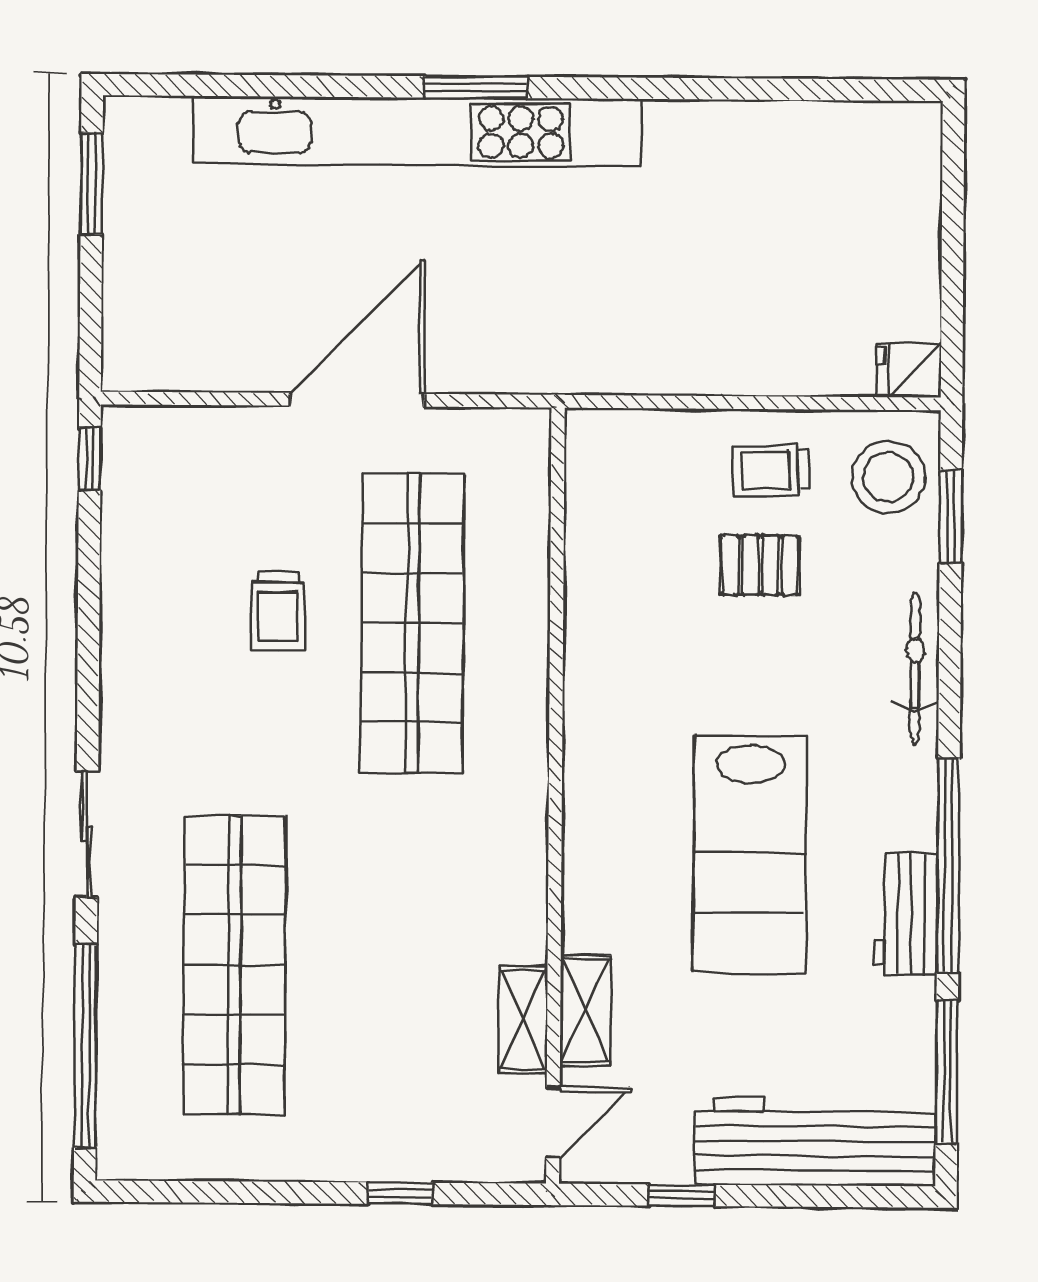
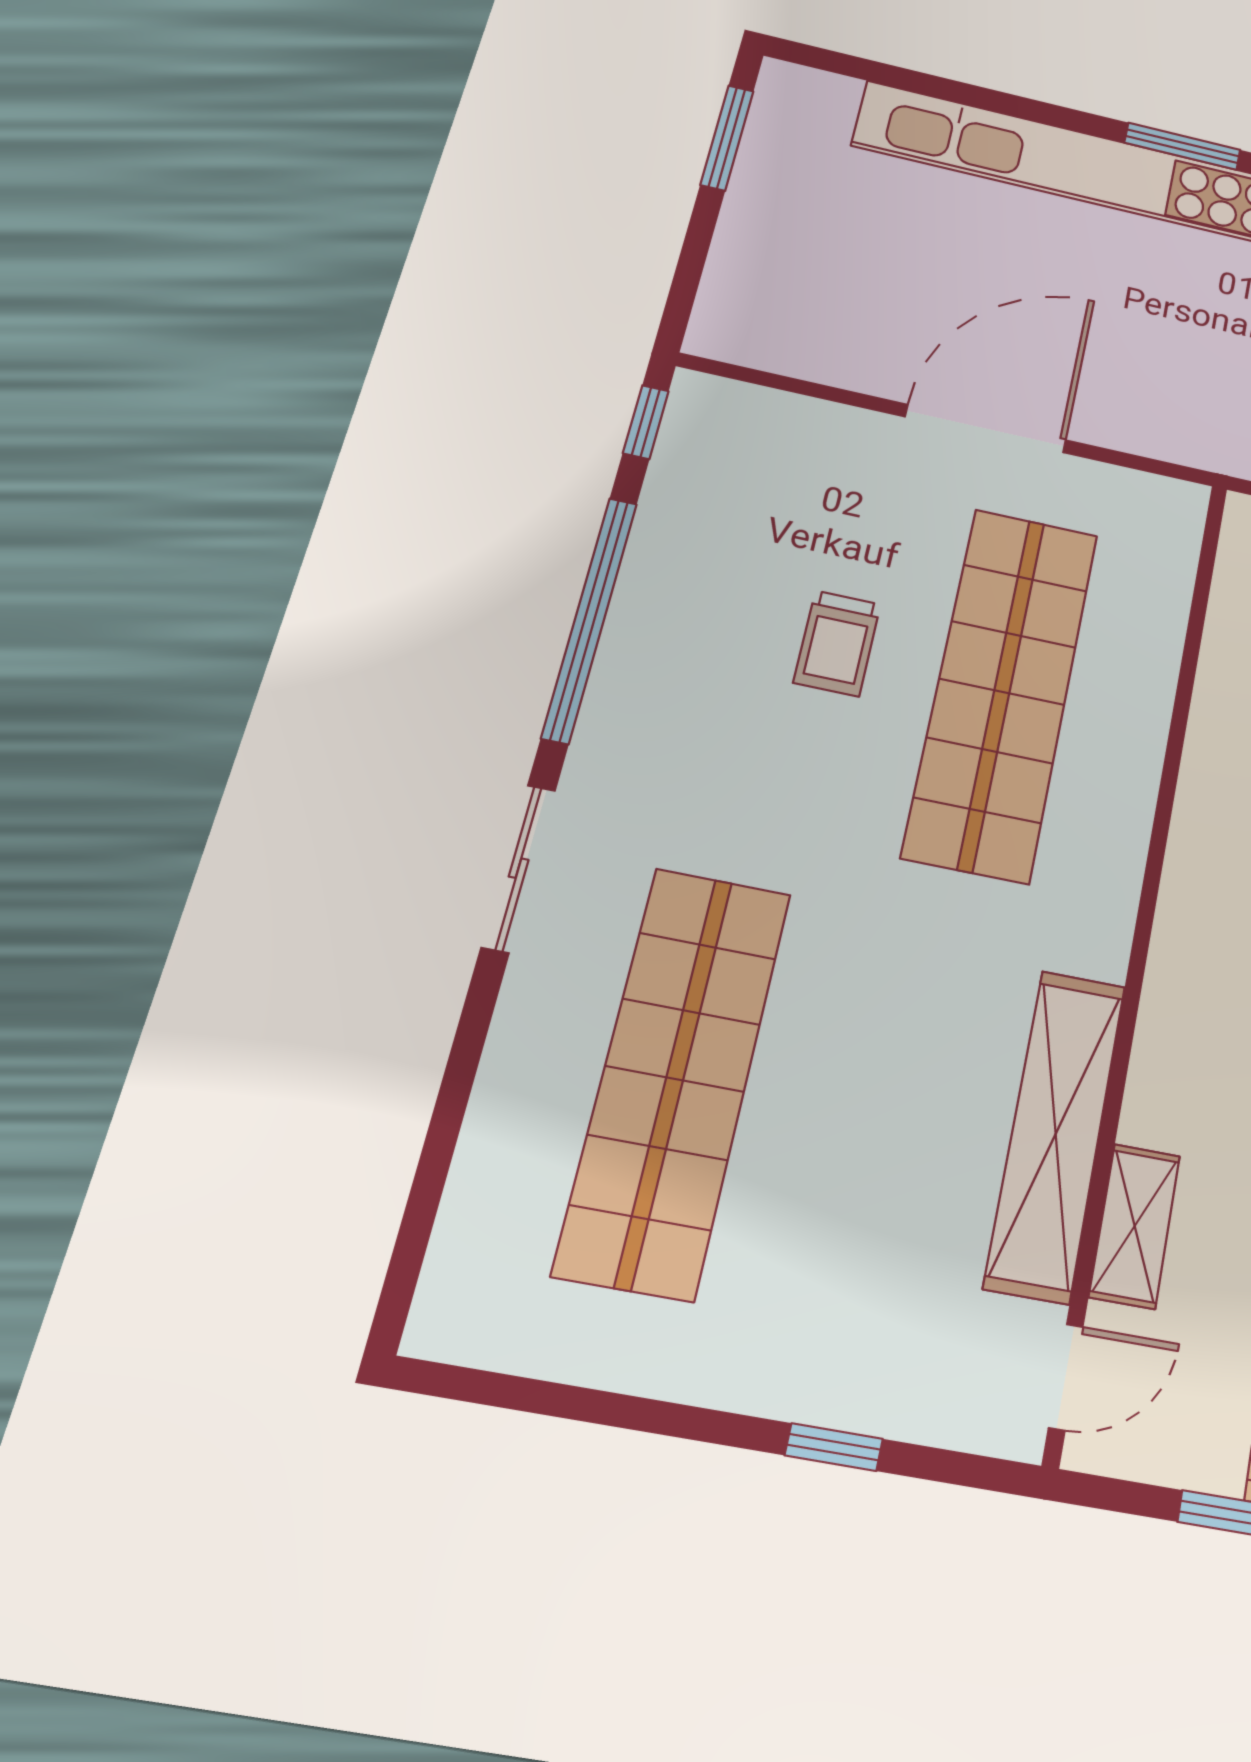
shelving: (523, 1020) -> (1056, 1134), width x2.20, depth x1.33
window: (86, 1046) -> (590, 619), moved

